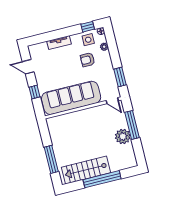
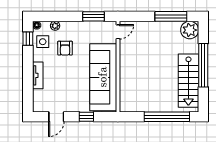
window: (132, 125) -> (171, 16), moved
plant: (123, 136) -> (190, 30), moved
window: (51, 159) -> (167, 117), width x1.46

